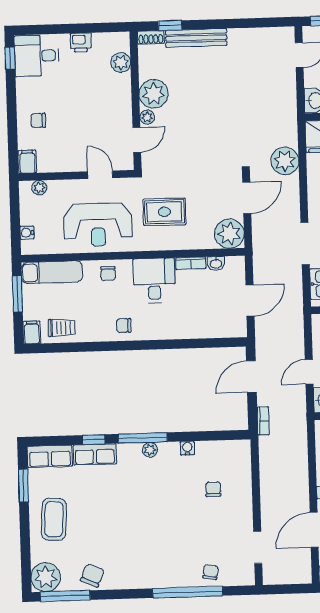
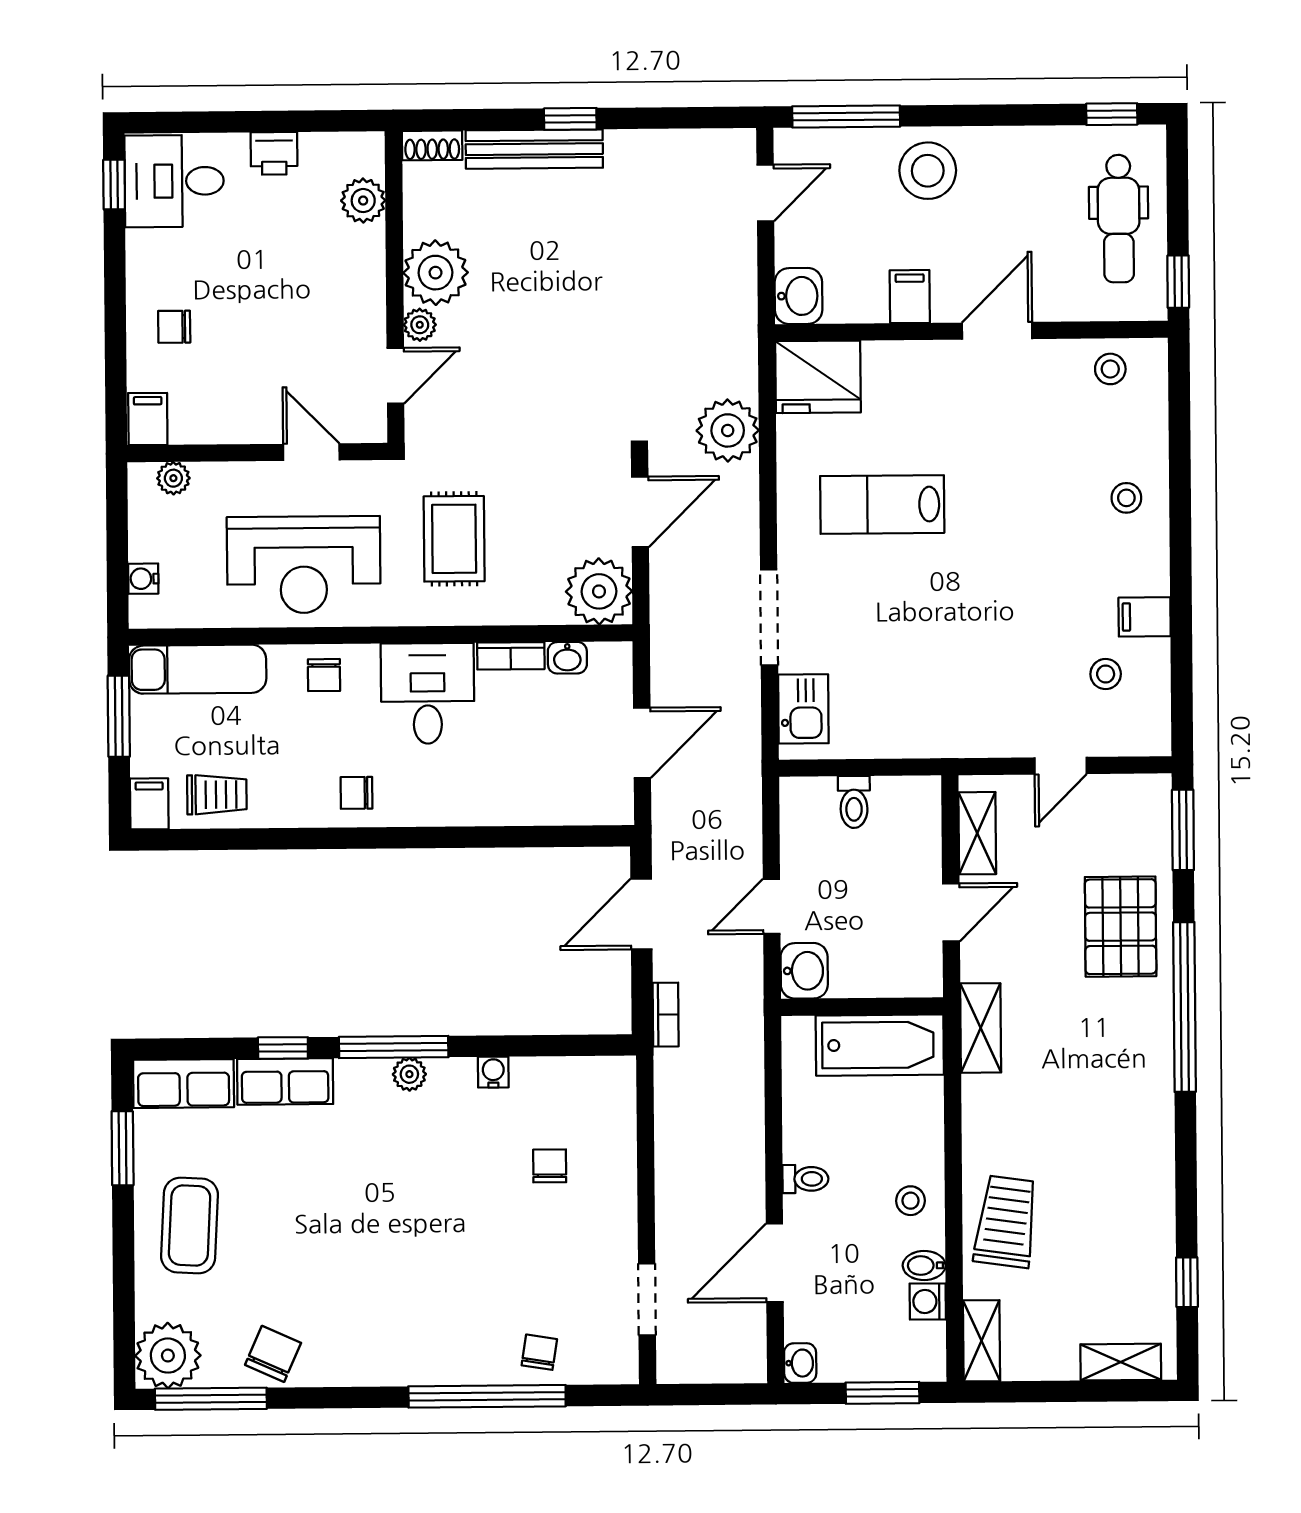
window: (170, 26) -> (570, 119), moved
rug: (164, 212) -> (454, 539), turned 90

